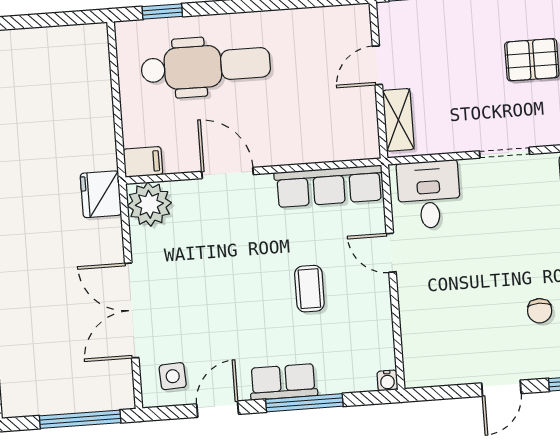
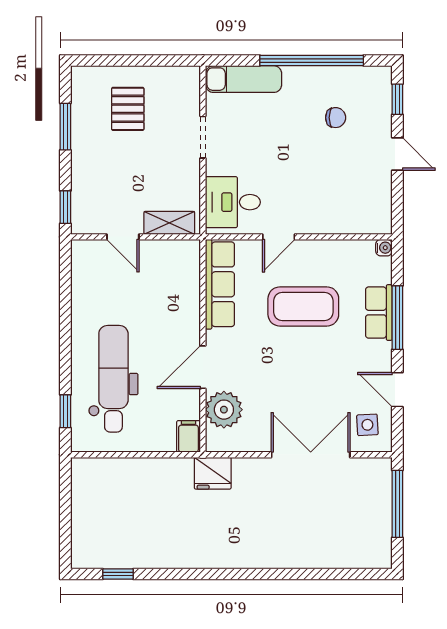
plant: (149, 204) -> (224, 410), moved
coffee table: (309, 289) -> (303, 306), width x1.86, depth x1.72
double door: (132, 310) -> (311, 455), swing flipped
row of seats: (283, 382) -> (379, 313), moved

